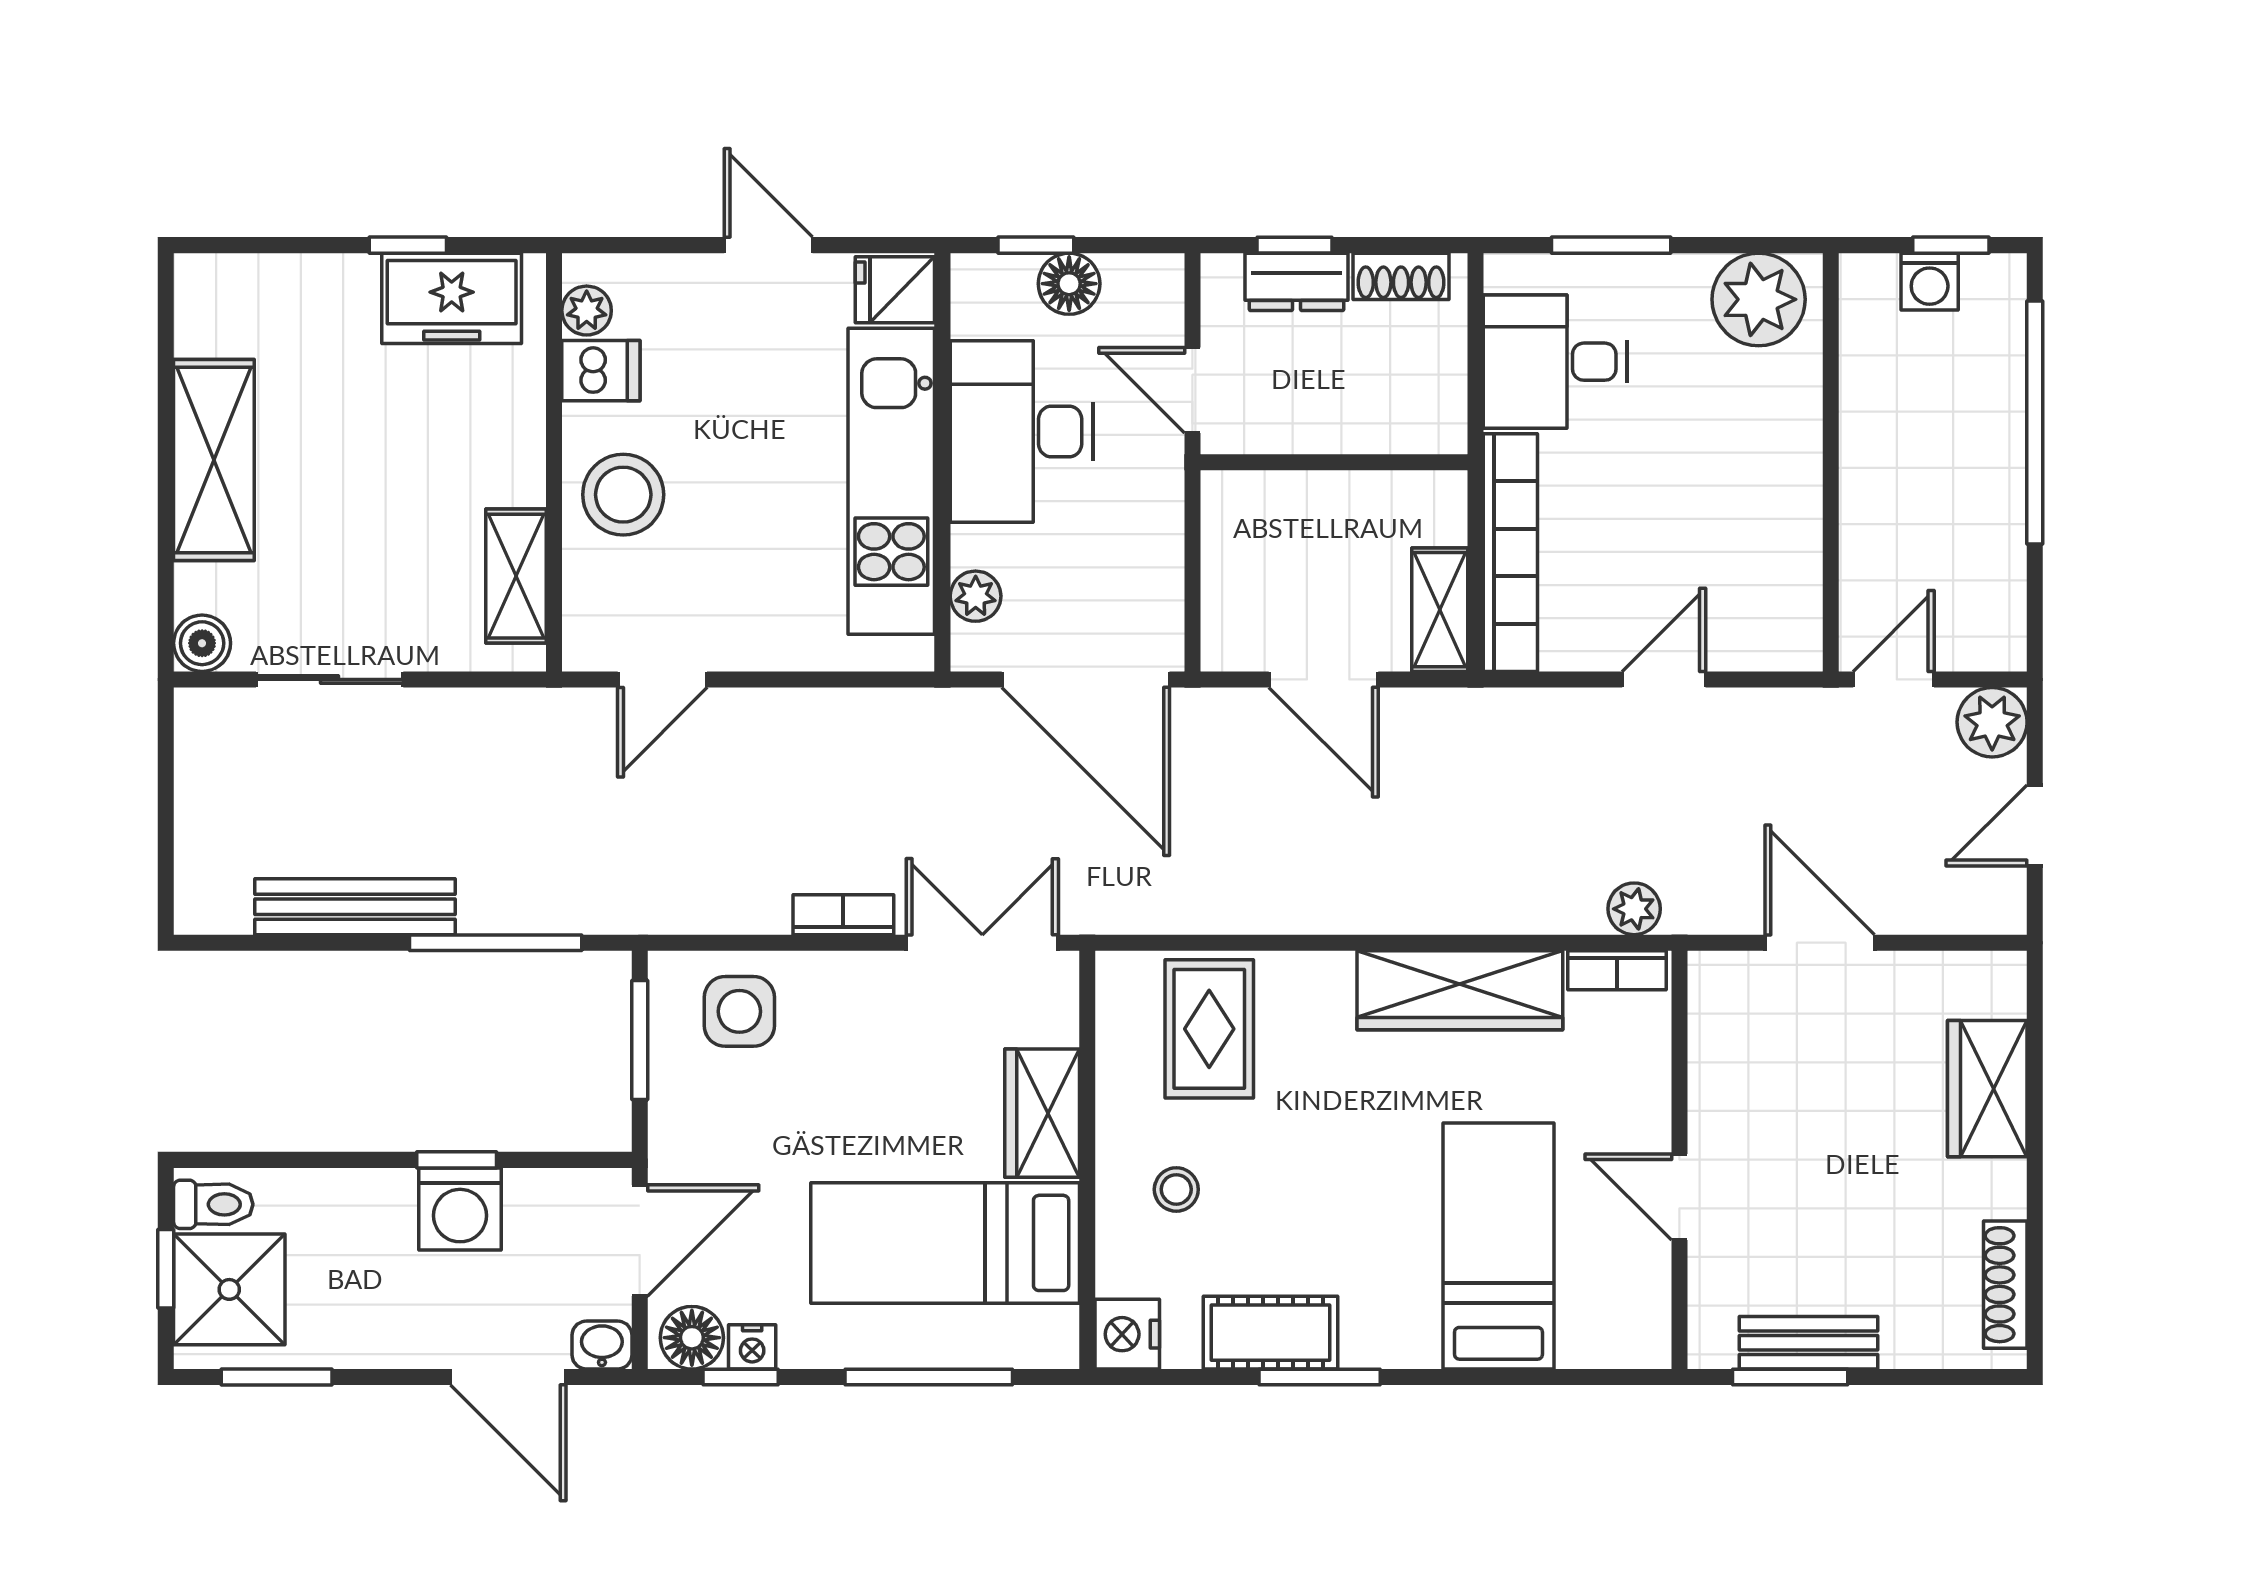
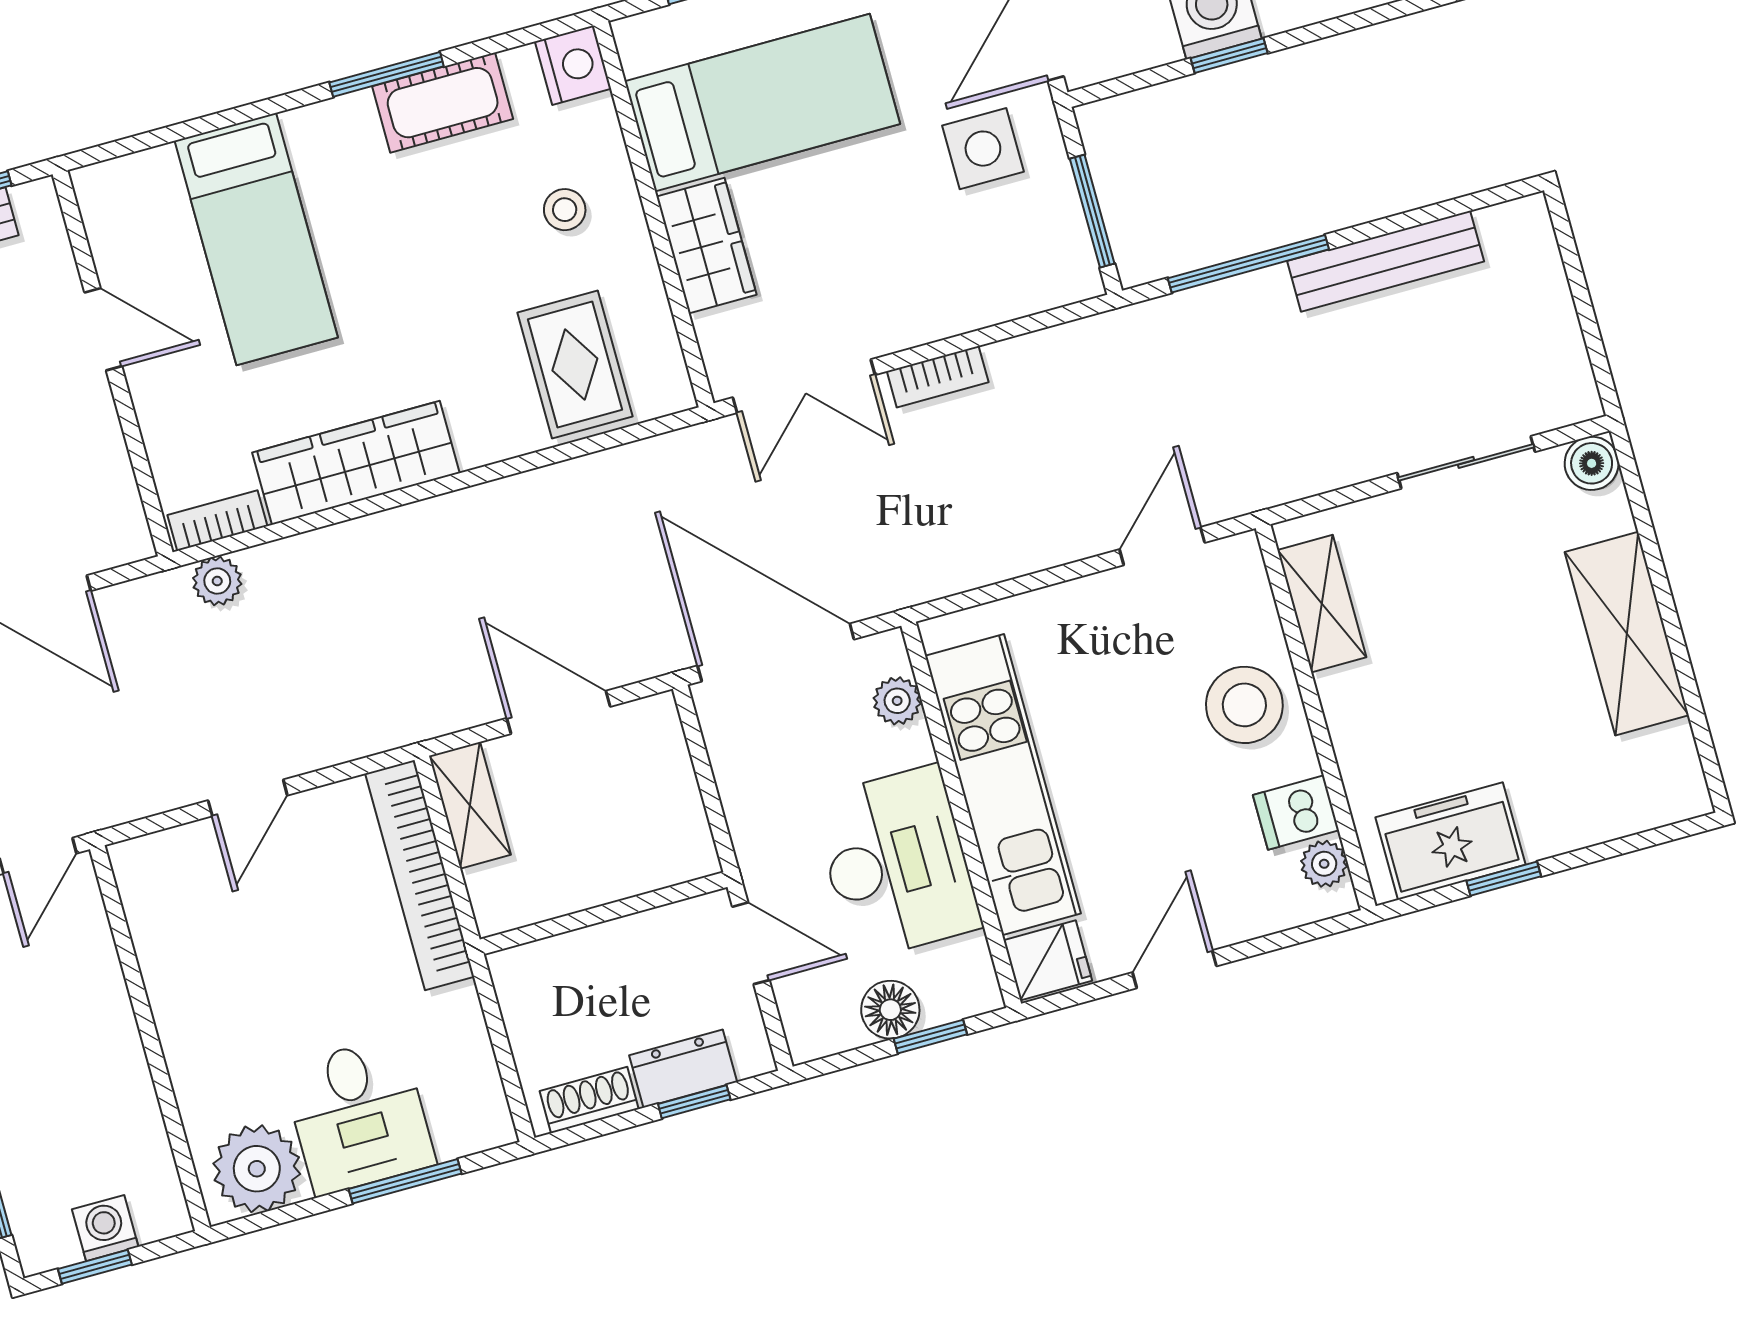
door: (768, 245) -> (1175, 969), swing flipped
desk: (1555, 362) -> (359, 1116), moved, turned 90
side table: (739, 1011) -> (983, 149), moved

